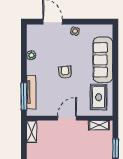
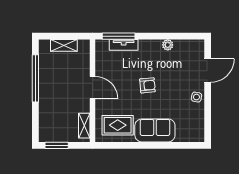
sofa: (103, 60) -> (155, 130), width x0.73
tv unit: (31, 92) -> (124, 45), width x0.71
shelving: (32, 132) -> (64, 45), moved

